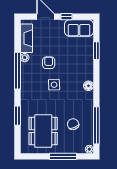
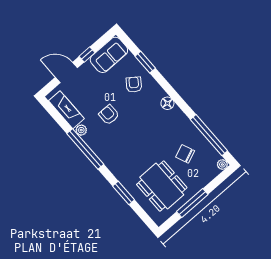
armchair: (78, 58) -> (134, 85), added
side table: (54, 85) -> (133, 132), removed
window: (63, 156) -> (192, 203), moved

